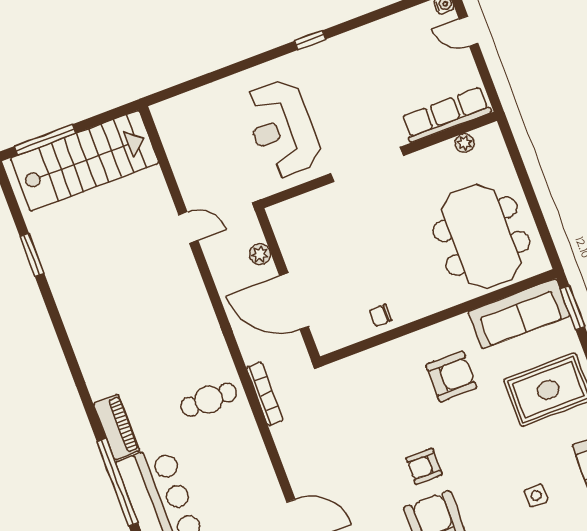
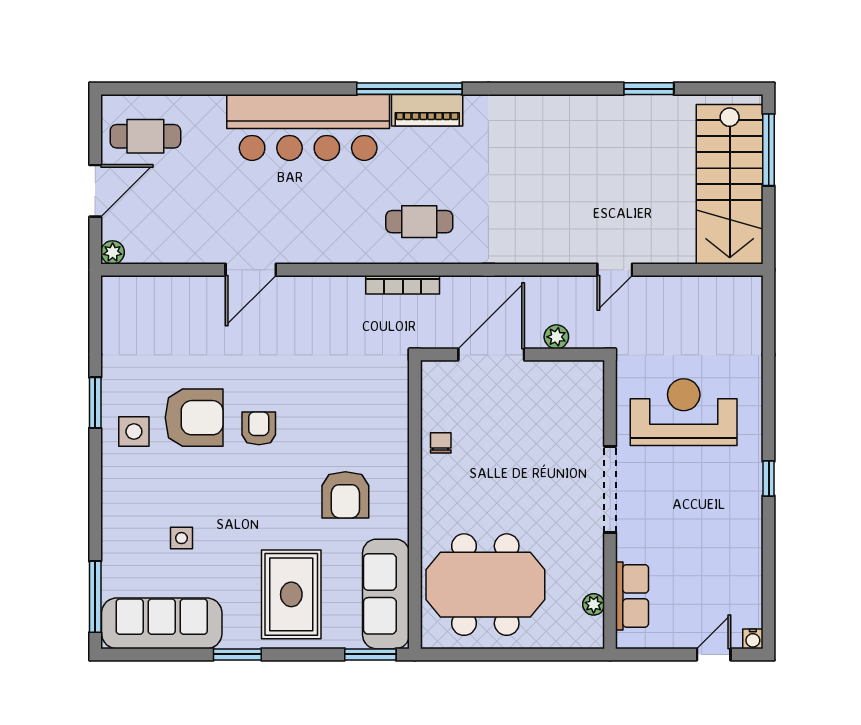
row of seats: (446, 115) -> (632, 596), width x0.68
cafe table: (209, 400) -> (419, 222), turned 90
window: (117, 482) -> (409, 89), moved

